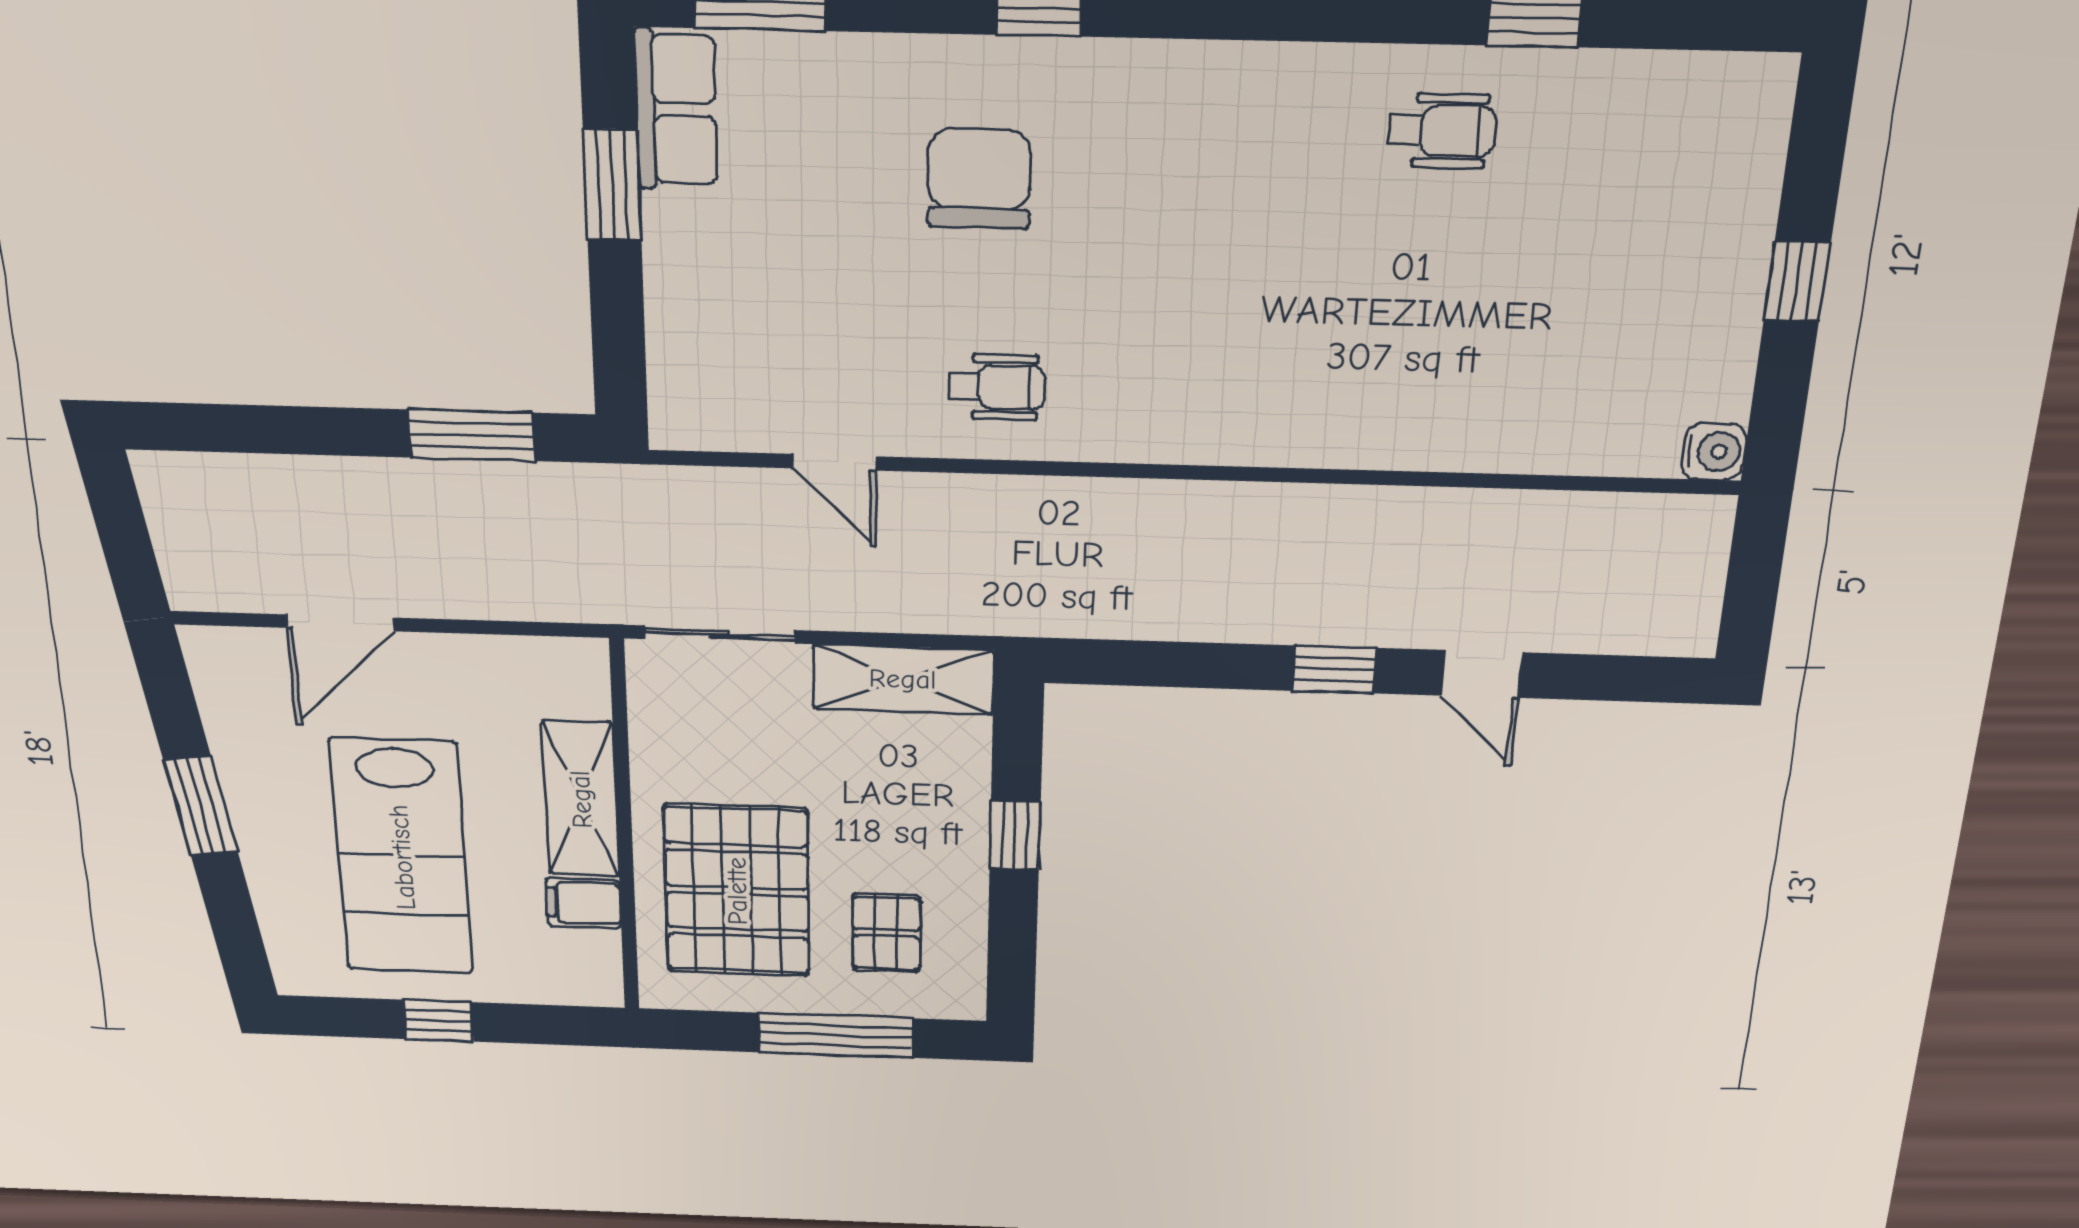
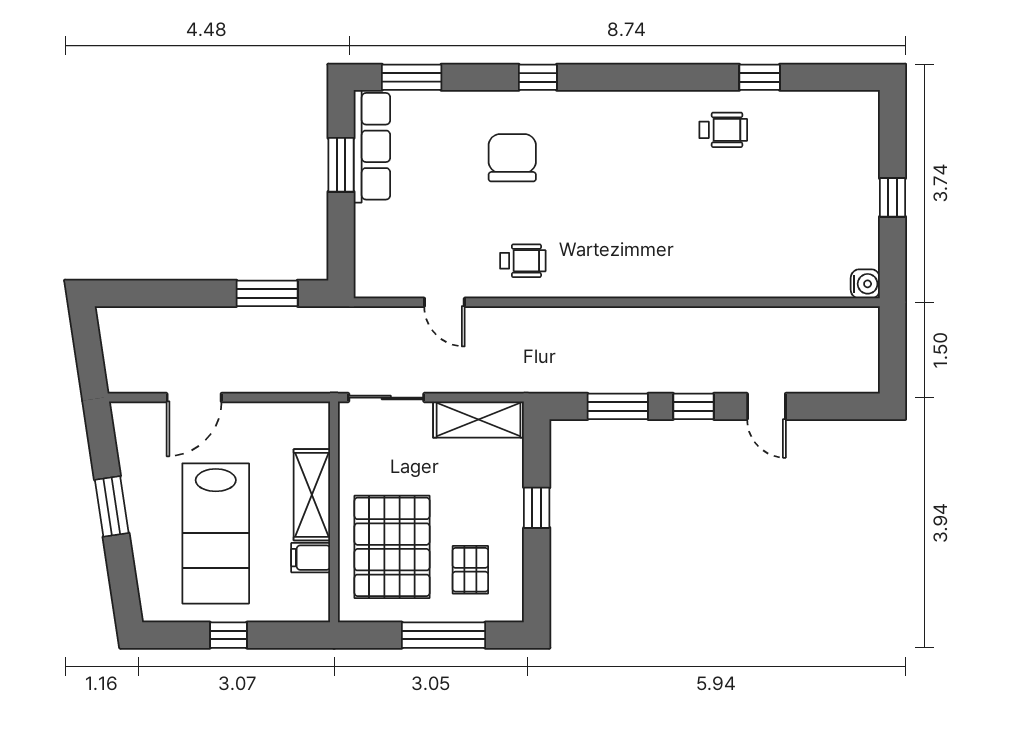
row of seats: (676, 109) -> (372, 146), width x1.48
window: (1182, 665) -> (618, 406), added

